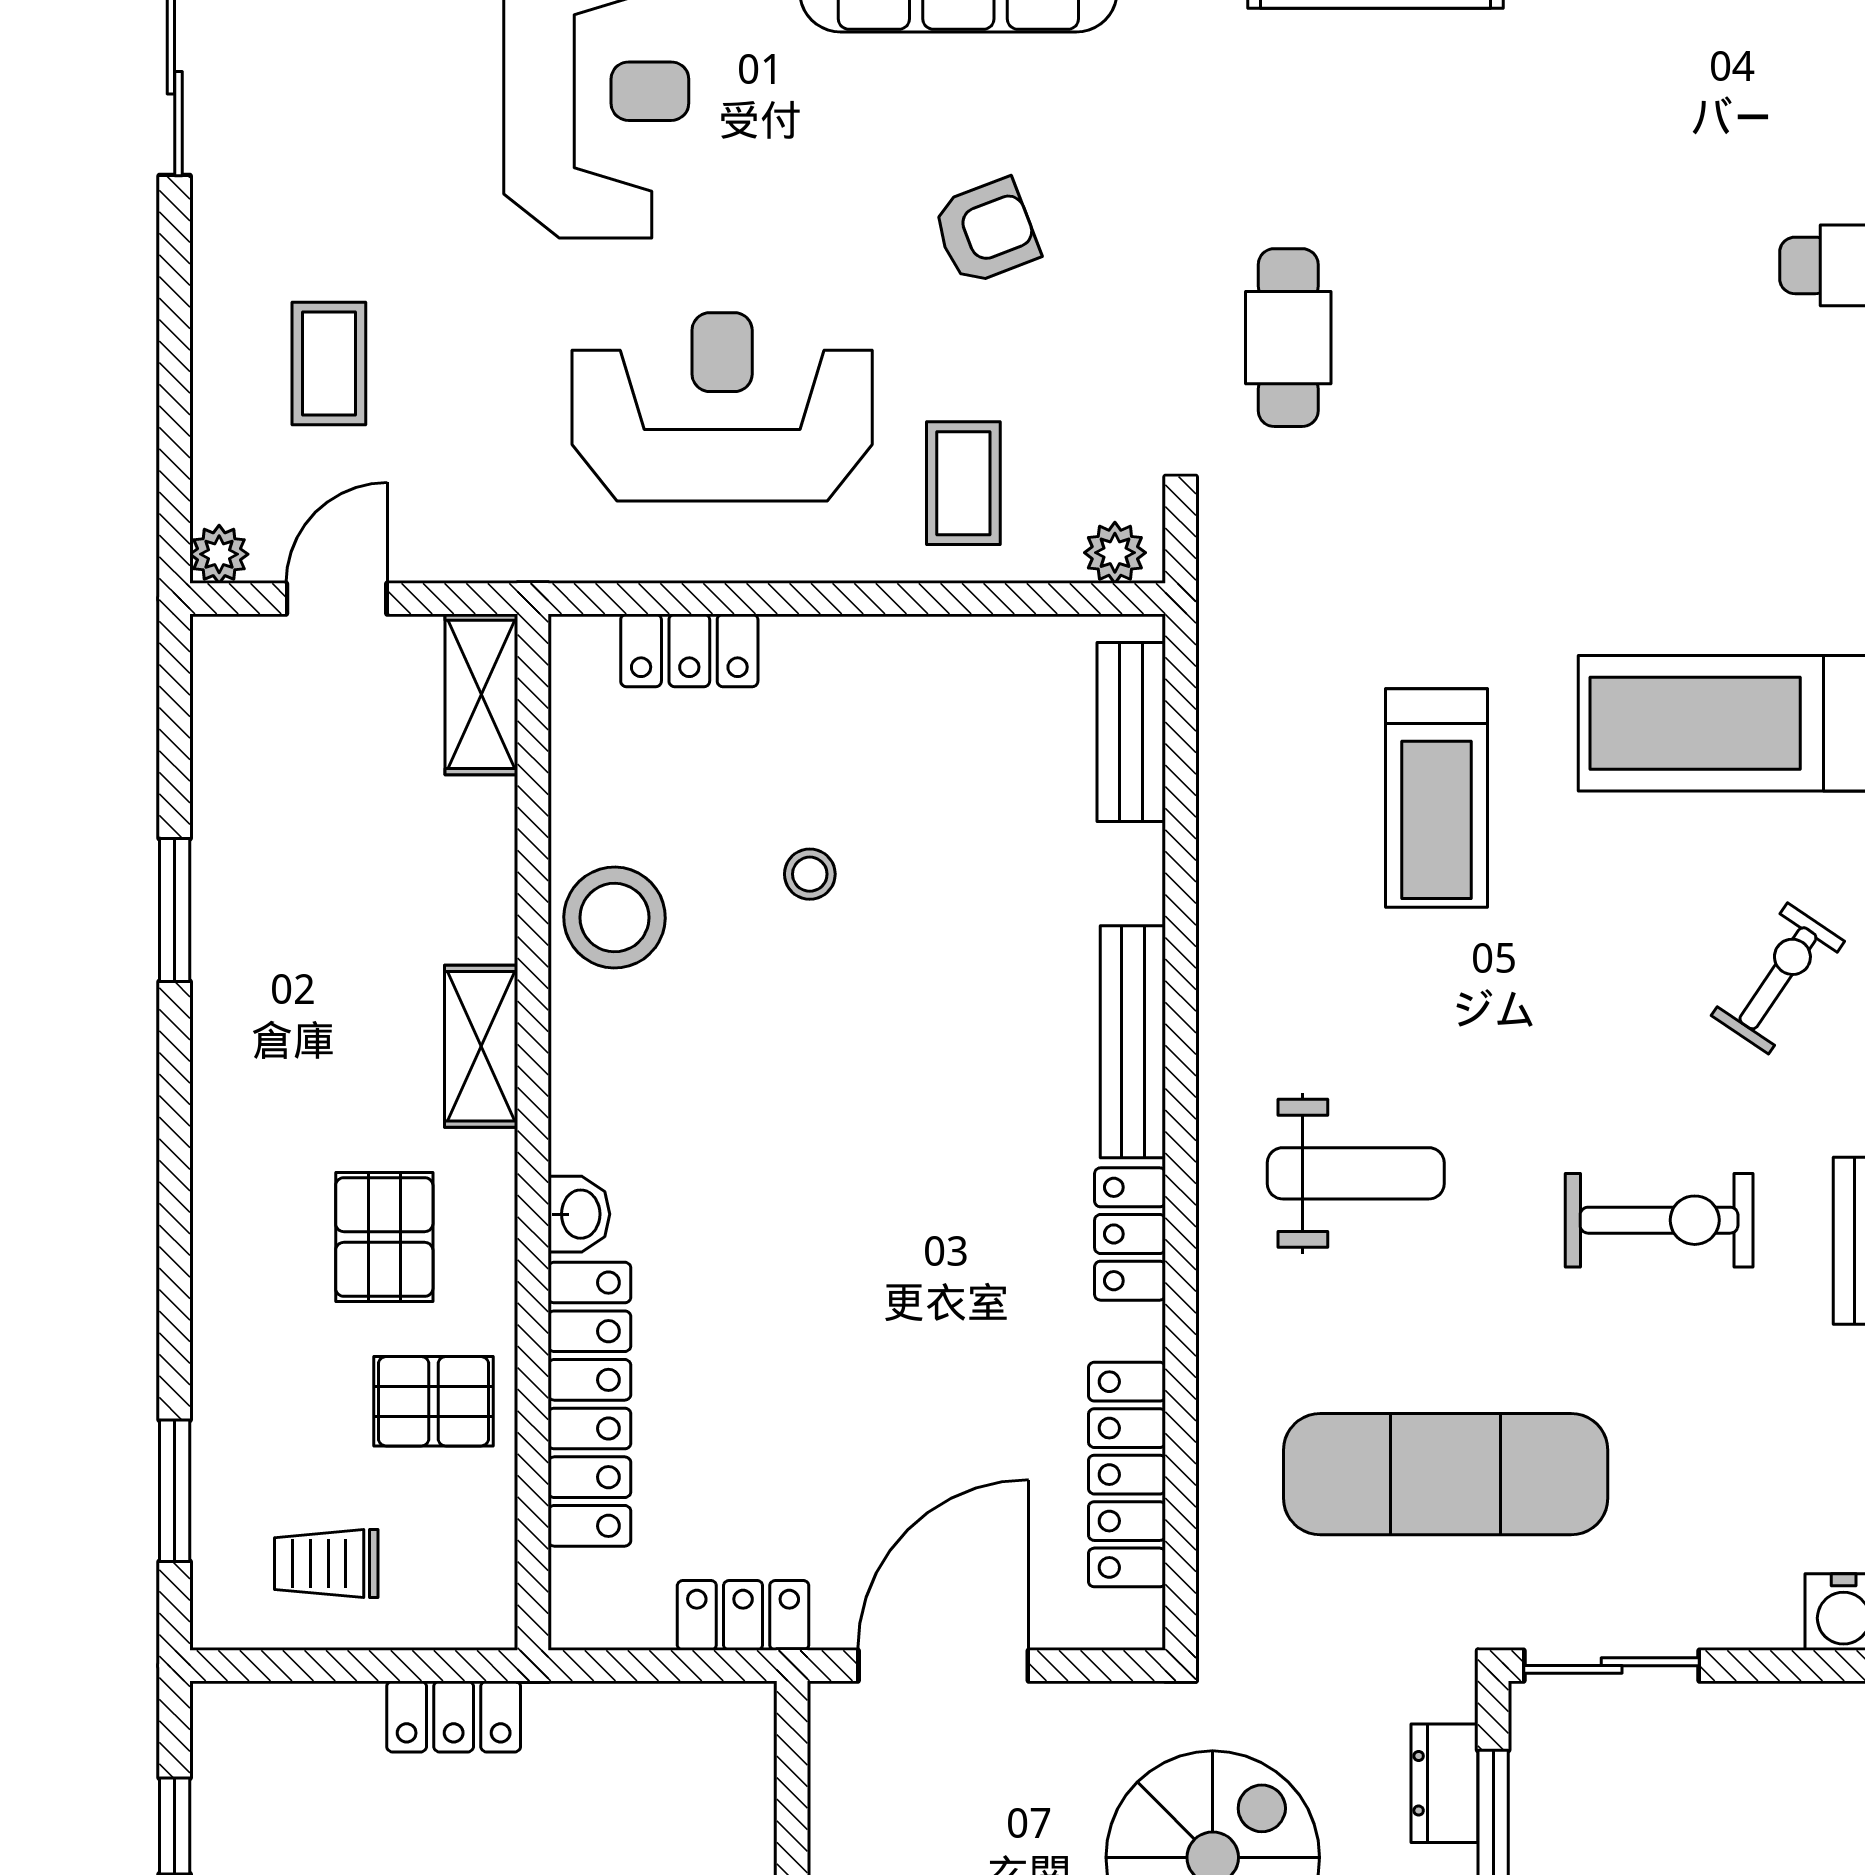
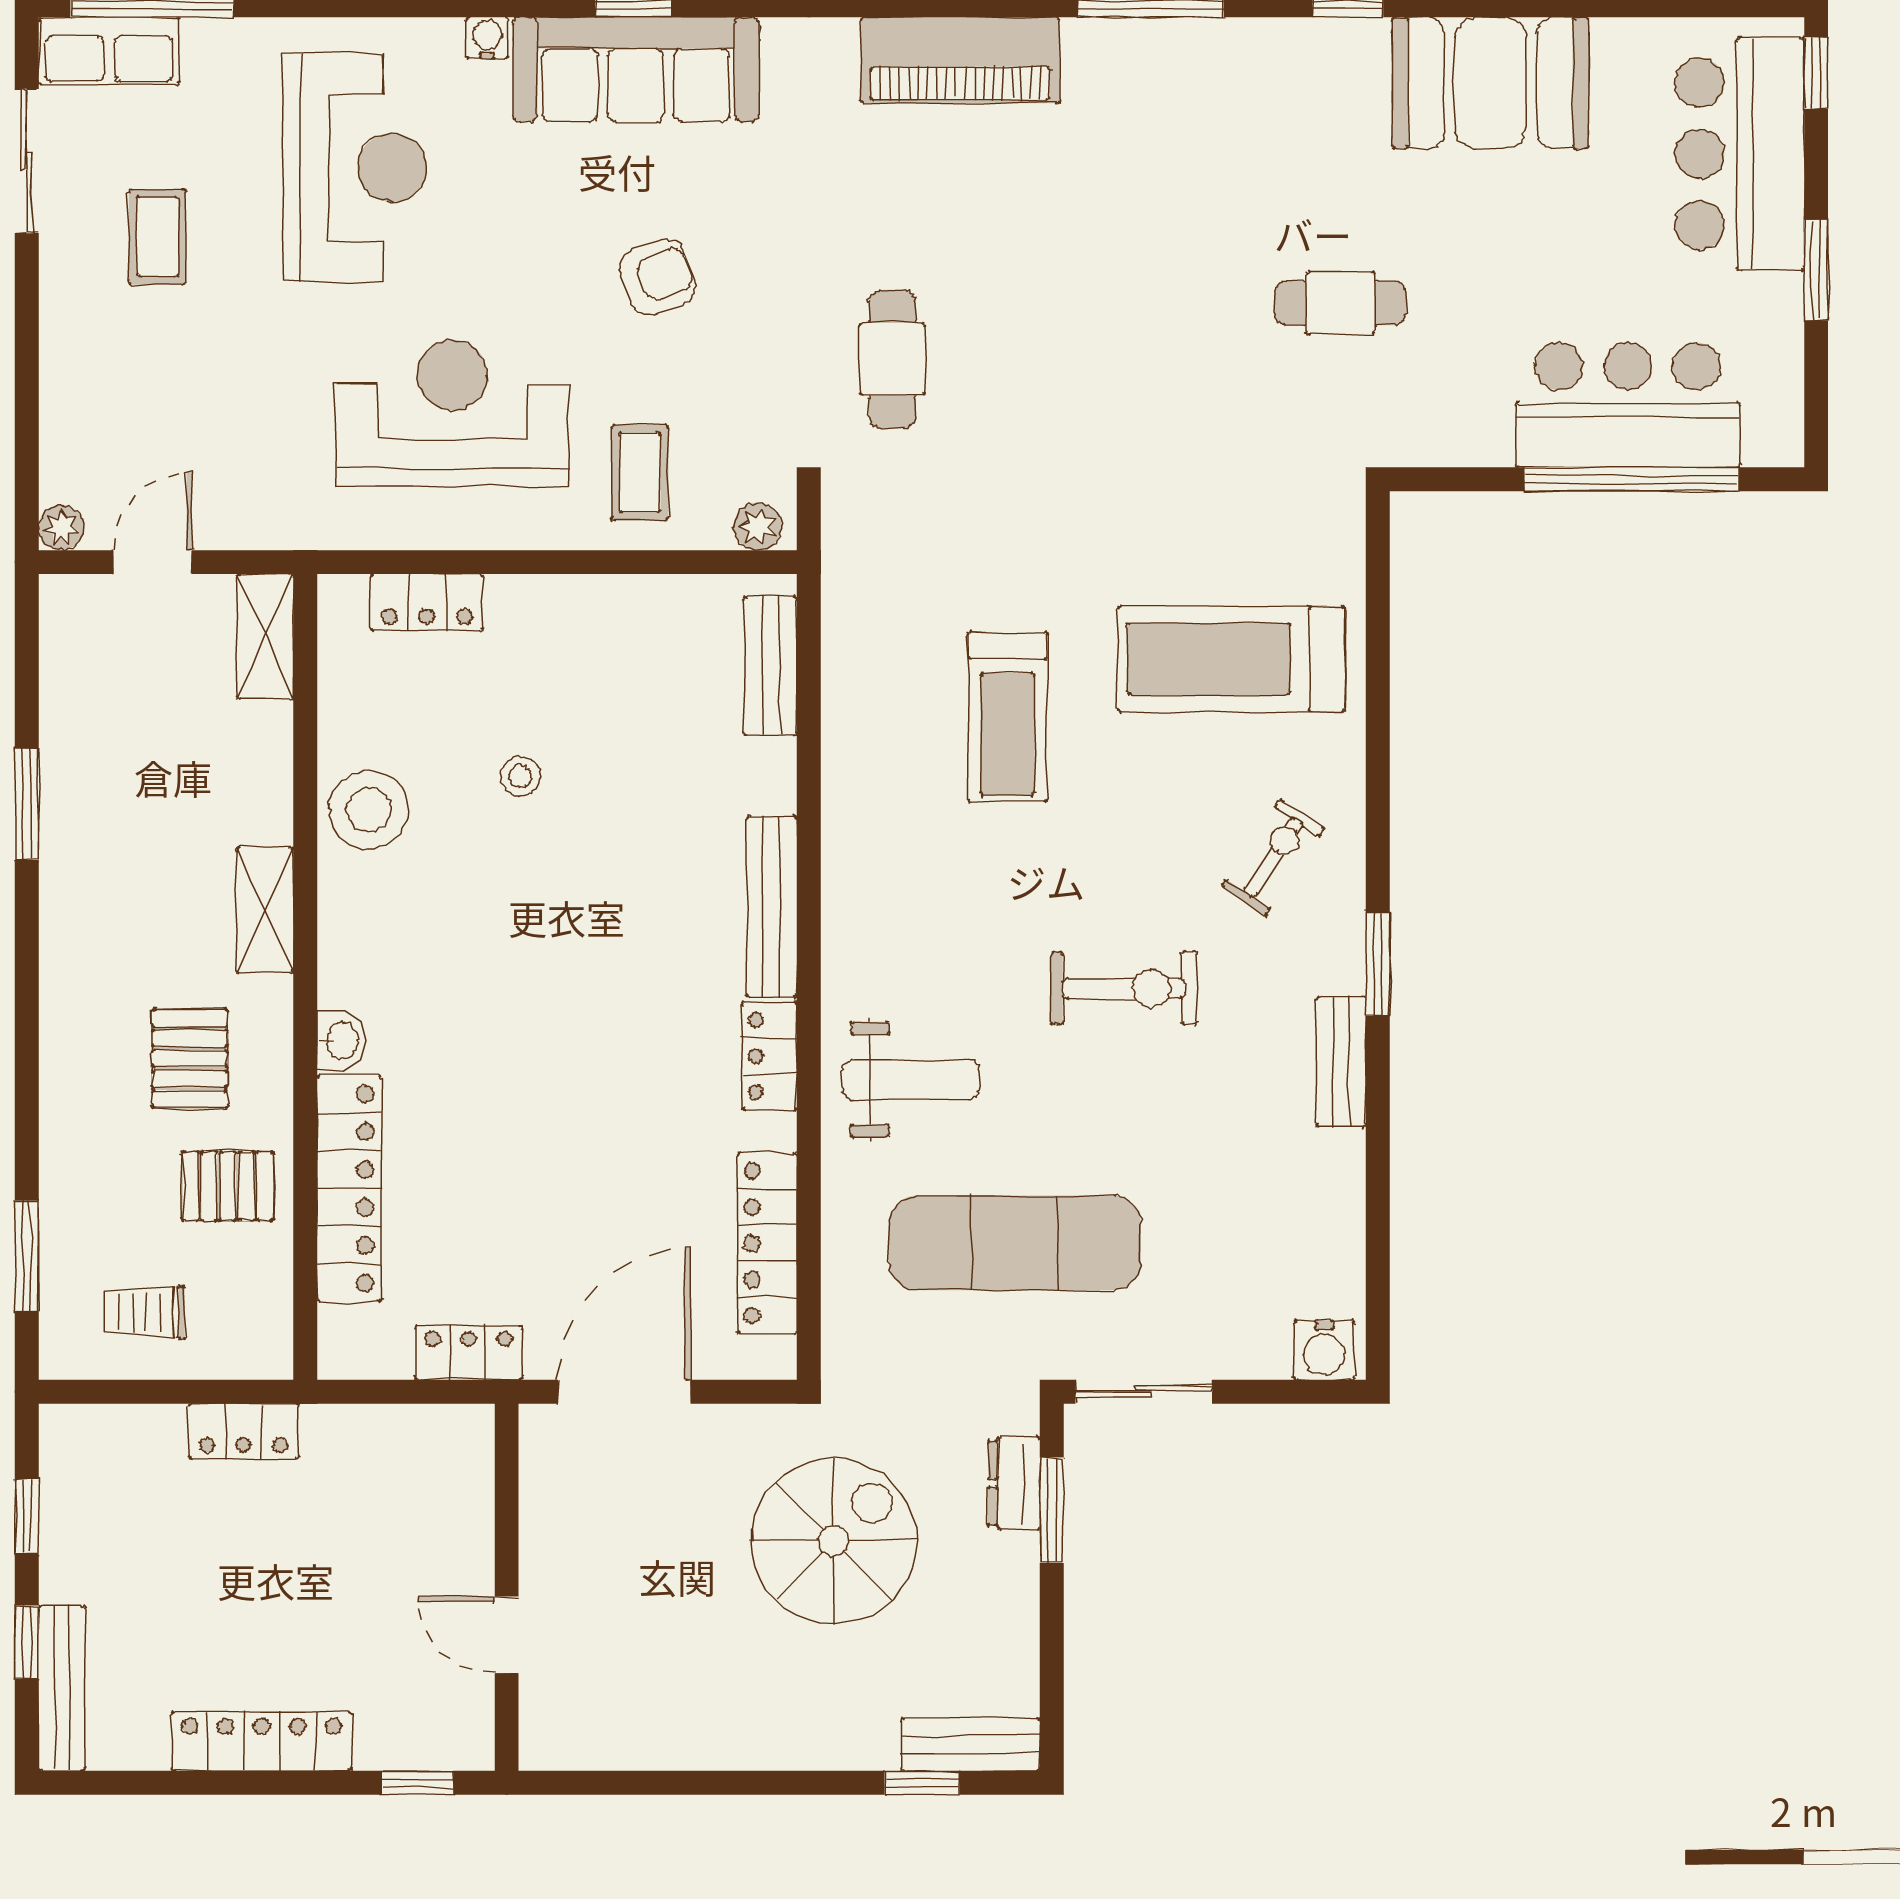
coffee table: (329, 363) -> (157, 237), moved
weight bench: (1356, 1173) -> (911, 1080), moved
exercise bike: (1659, 1220) -> (1124, 988), moved

